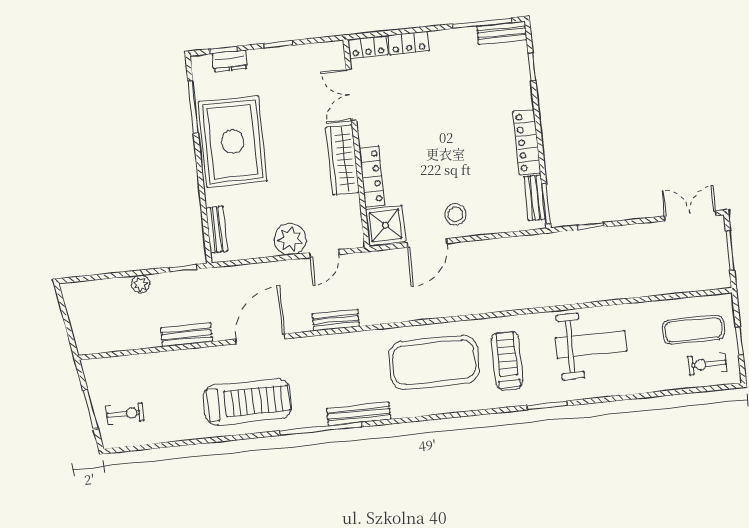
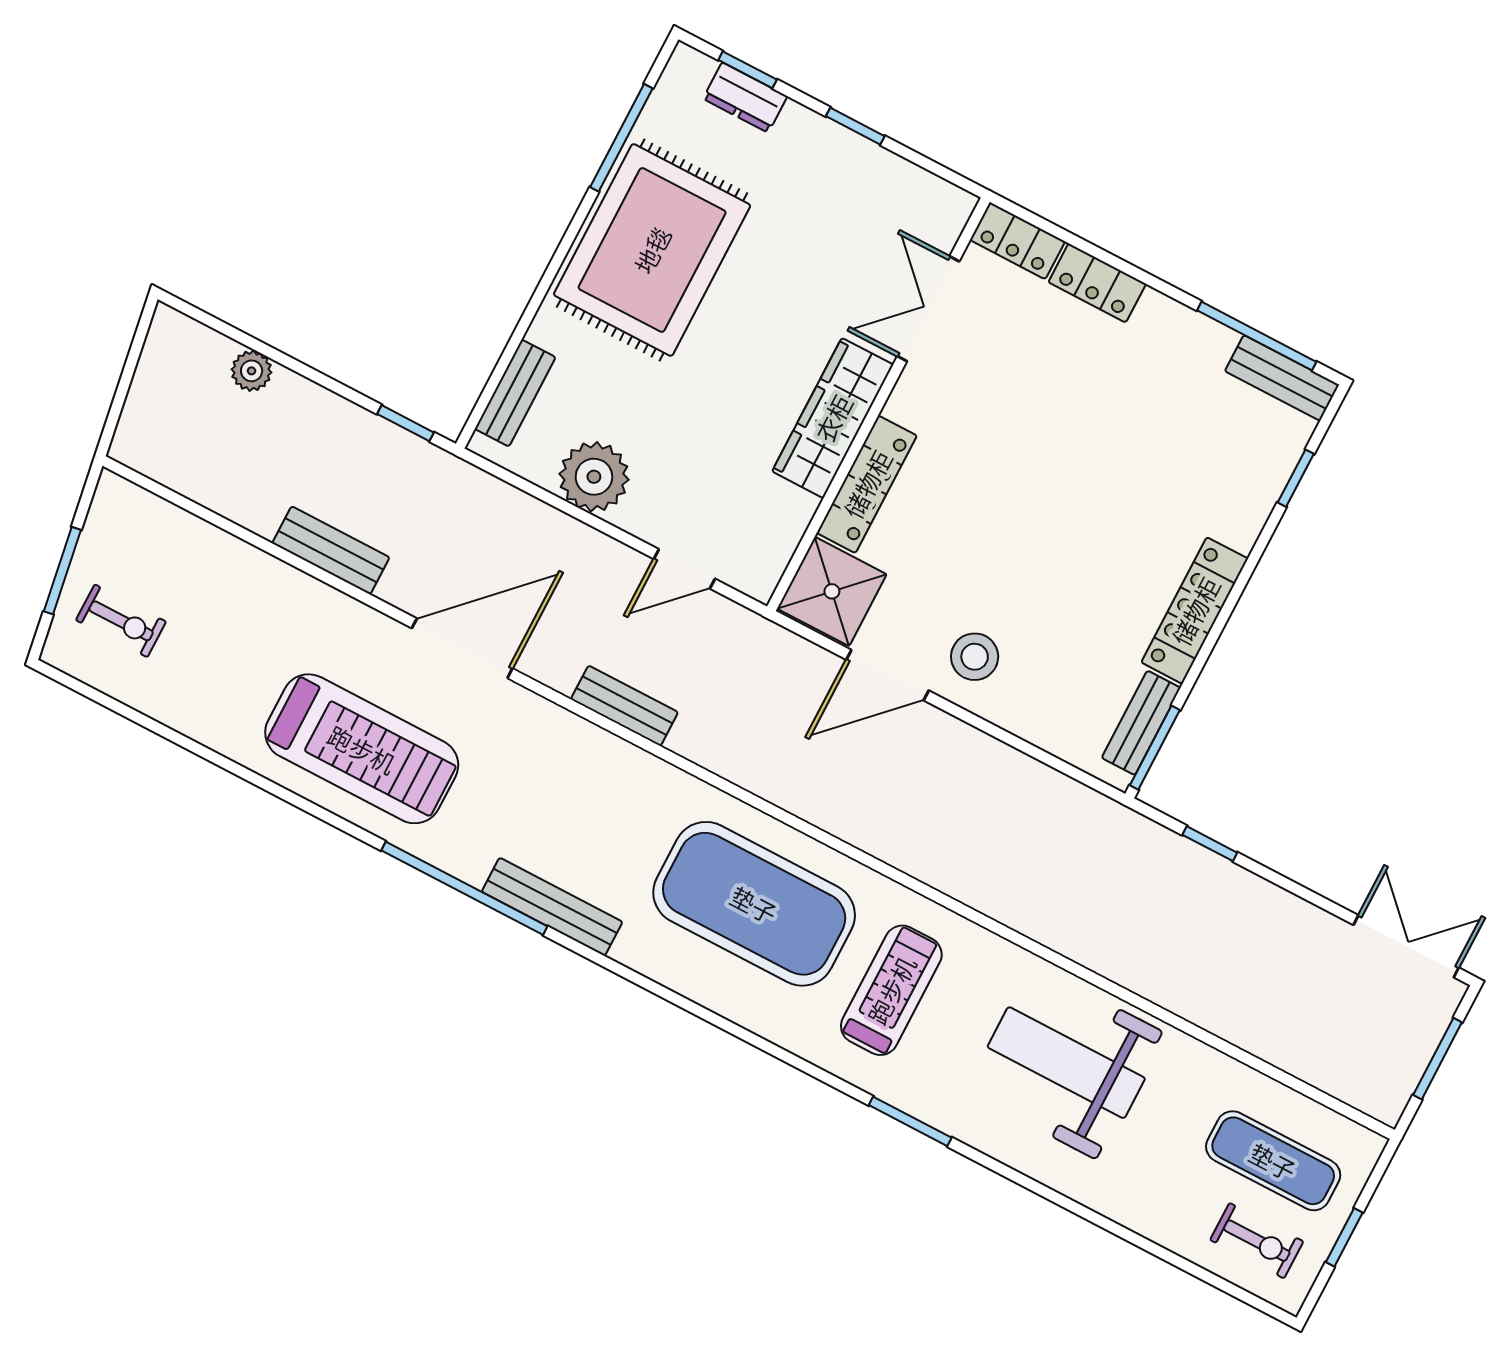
plant: (290, 239) -> (594, 477), moved
plant: (141, 284) -> (252, 371), moved
weight bench: (591, 344) -> (1066, 1063), turned 180
exercise bike: (707, 364) -> (1257, 1241), turned 180

